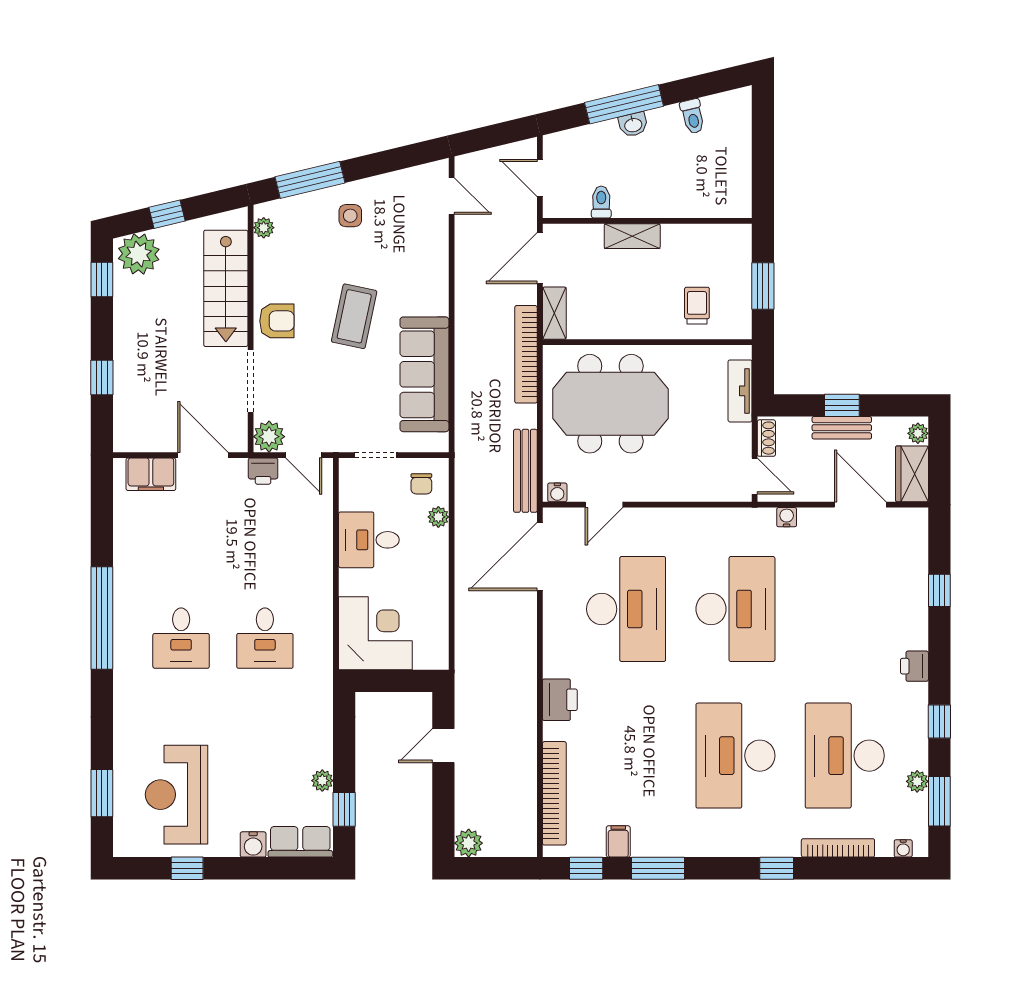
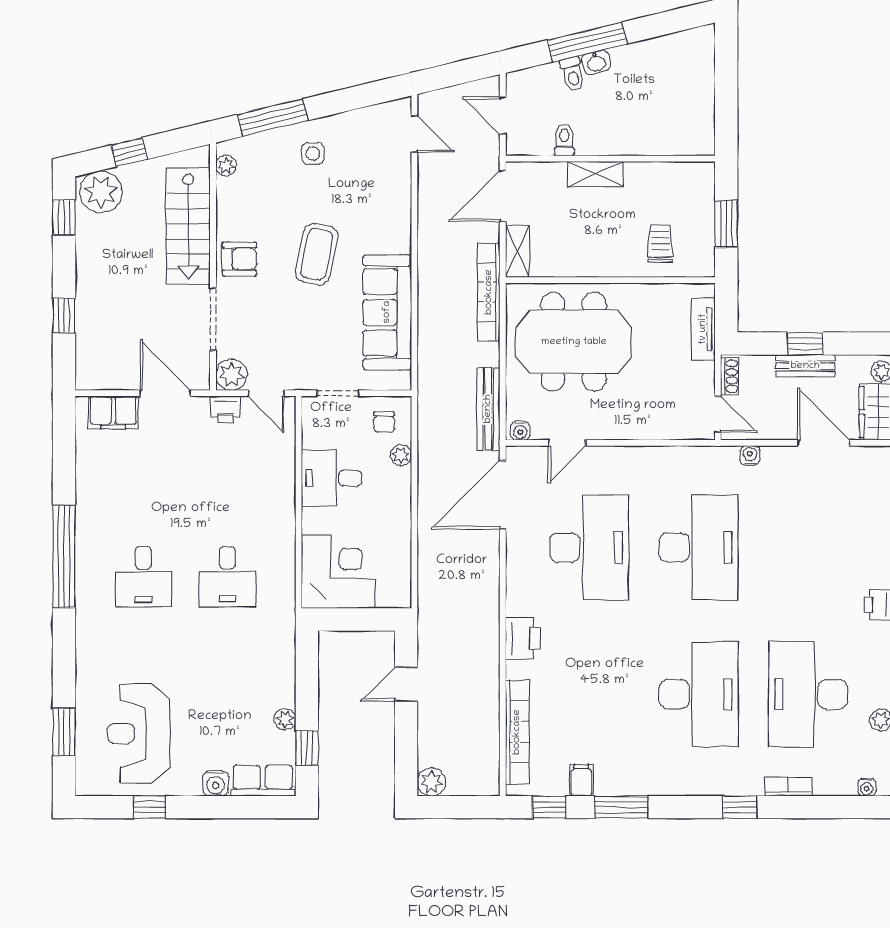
toilet: (693, 116) -> (573, 74), moved
desk: (735, 756) -> (699, 694), turned 180
bookcase: (838, 848) -> (788, 787), width x0.64

